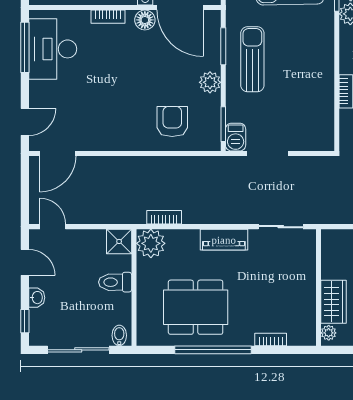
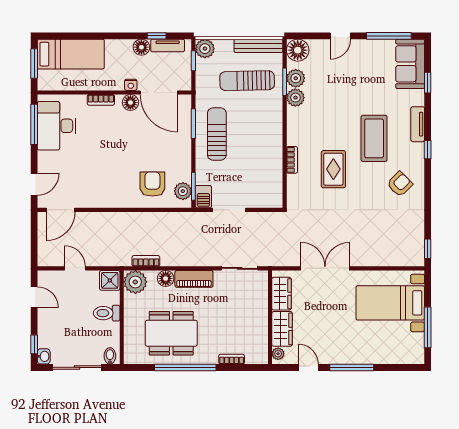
plant: (210, 82) -> (183, 191), moved
door: (53, 227) -> (75, 268), moved
floor lamp: (189, 239) -> (166, 278), added
wardrobe: (333, 258) -> (281, 294), added
washbasin: (37, 298) -> (44, 356), moved

